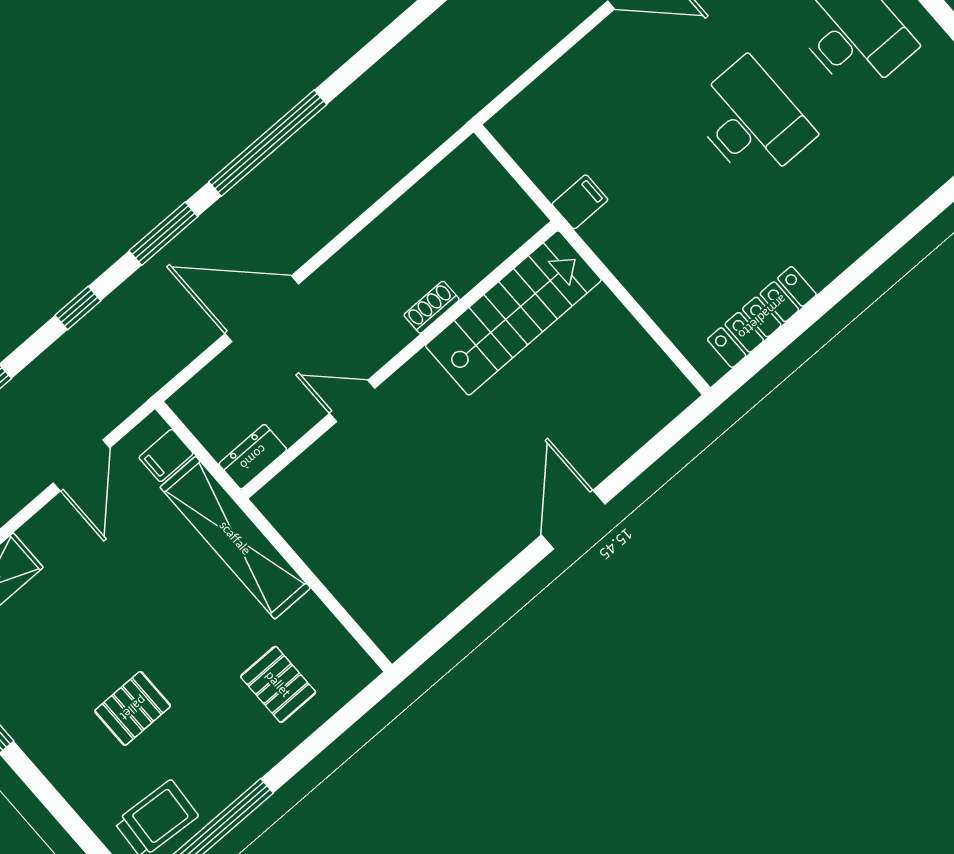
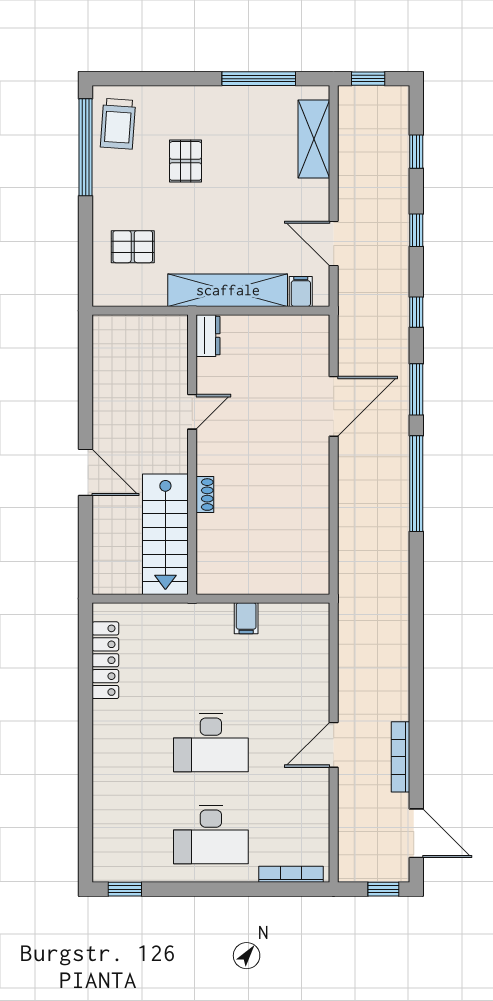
shoe rack: (432, 307) -> (205, 495), moved
stairs: (513, 313) -> (165, 534), moved
wall: (400, 360) -> (192, 455), moved
door: (352, 401) -> (192, 412), moved
dresser: (253, 457) -> (208, 336), moved

